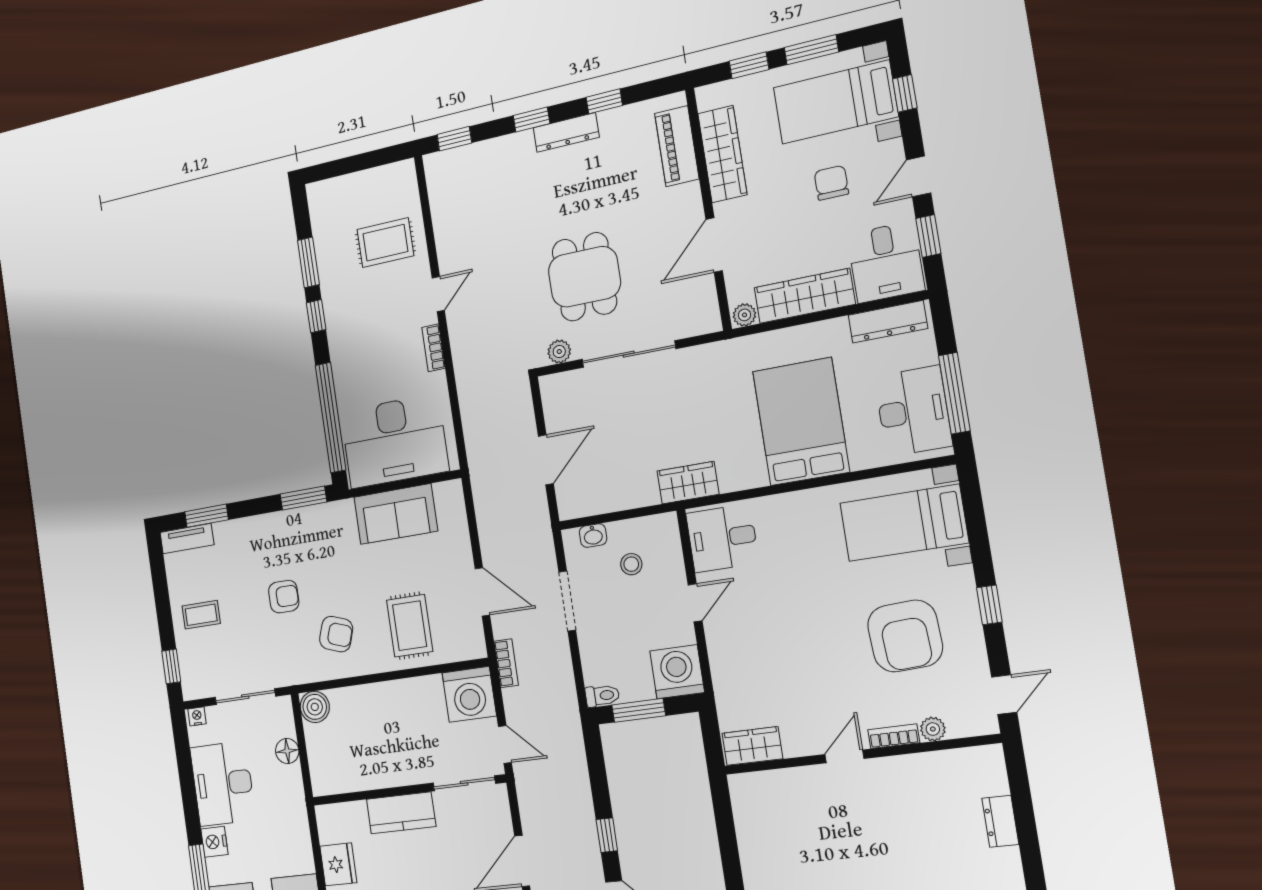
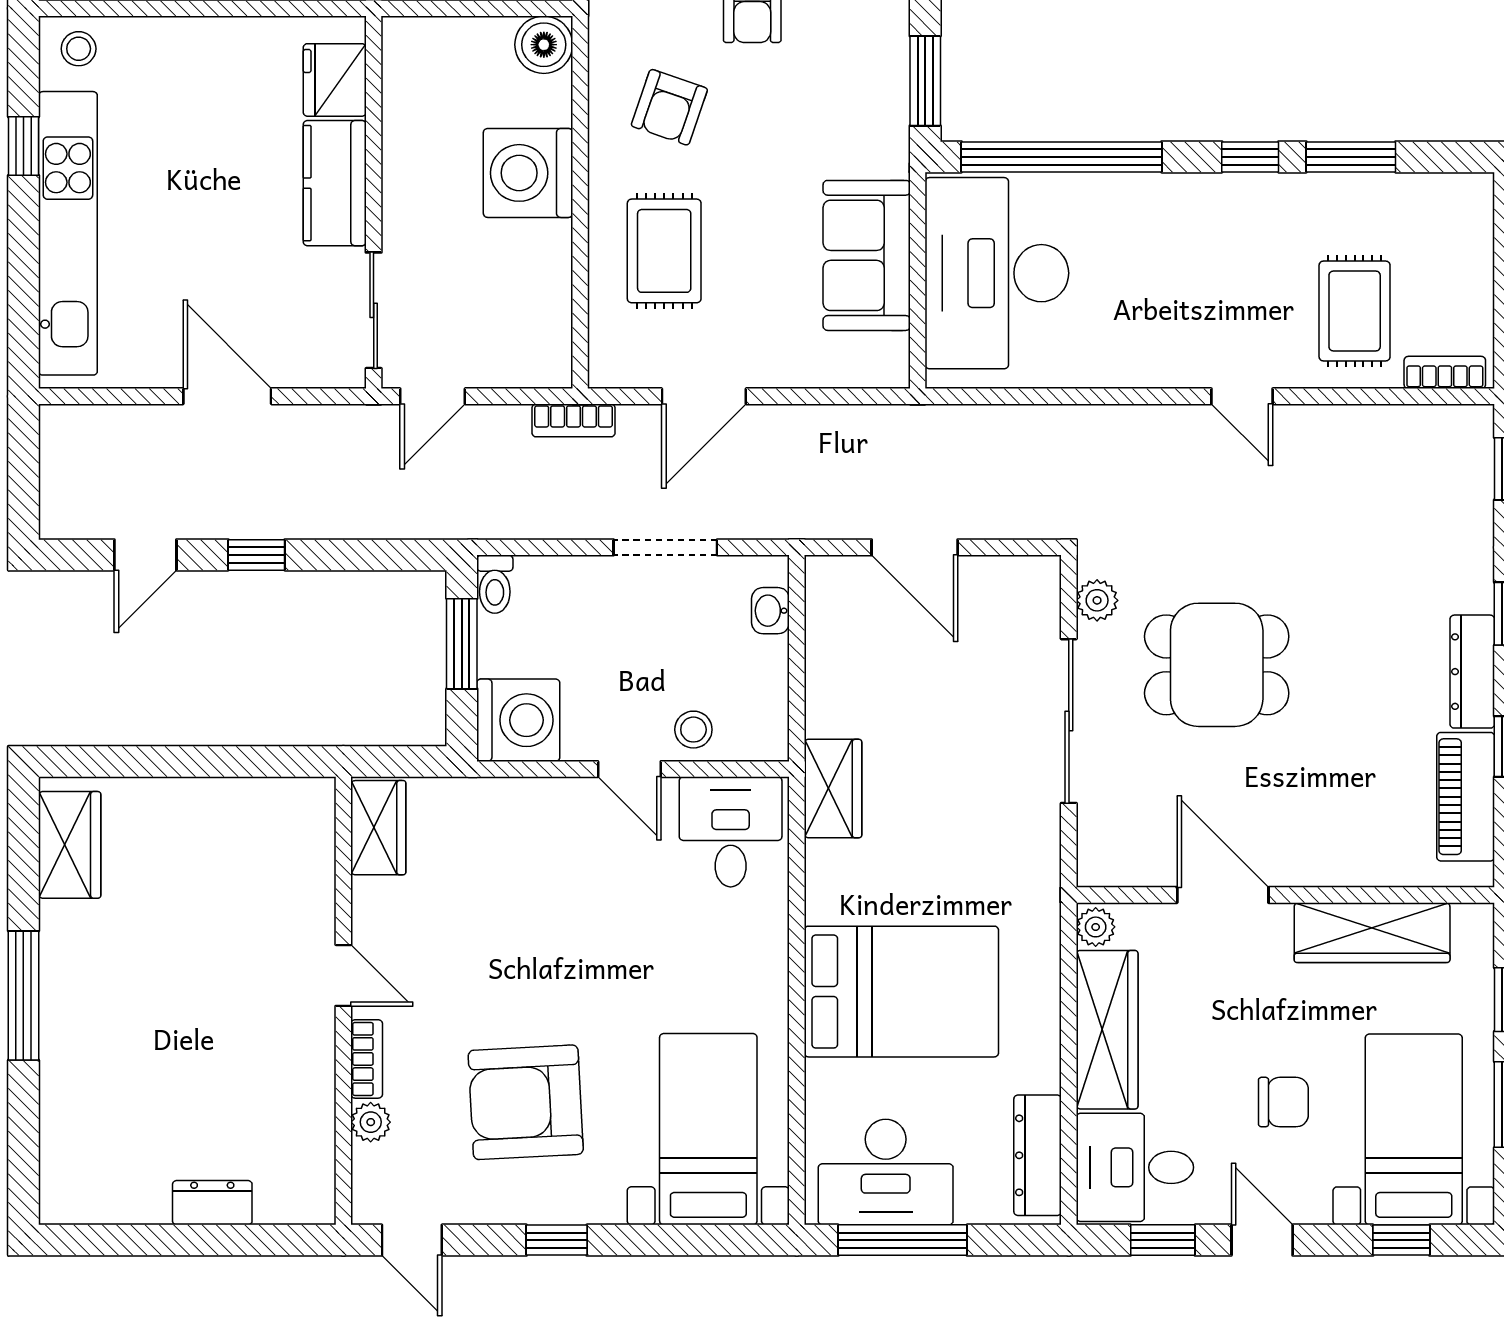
piano: (677, 146) -> (1466, 797), moved, turned -90
bookcase: (433, 348) -> (1445, 372), moved
stool: (631, 564) -> (693, 730), moved
rug: (410, 626) -> (664, 251), turned 90
washing machine: (469, 694) -> (528, 173), moved
fridge: (338, 864) -> (335, 80), moved, turned 90

